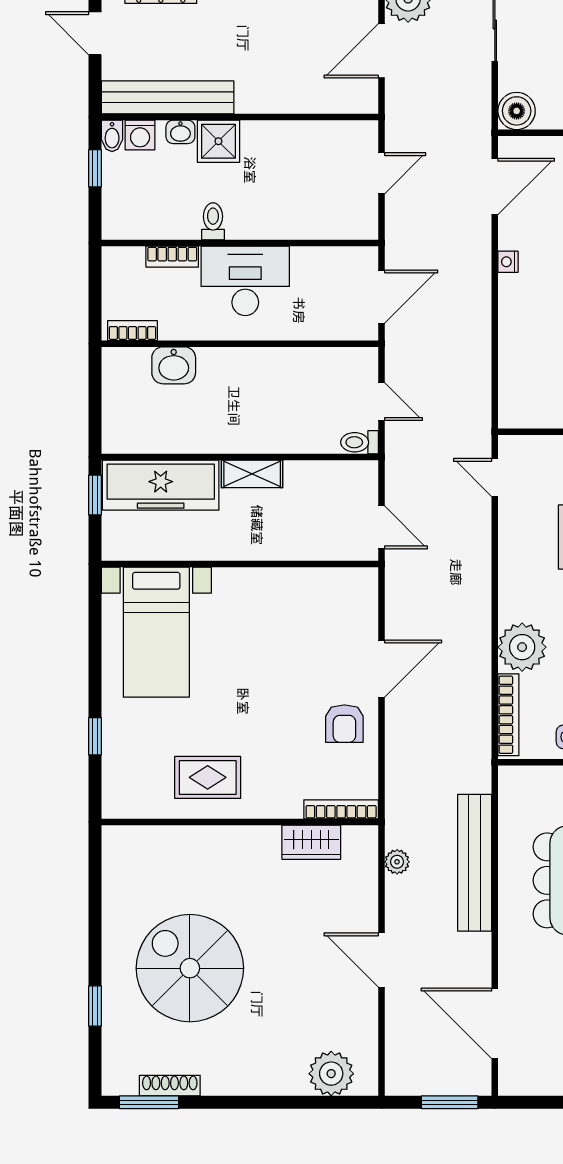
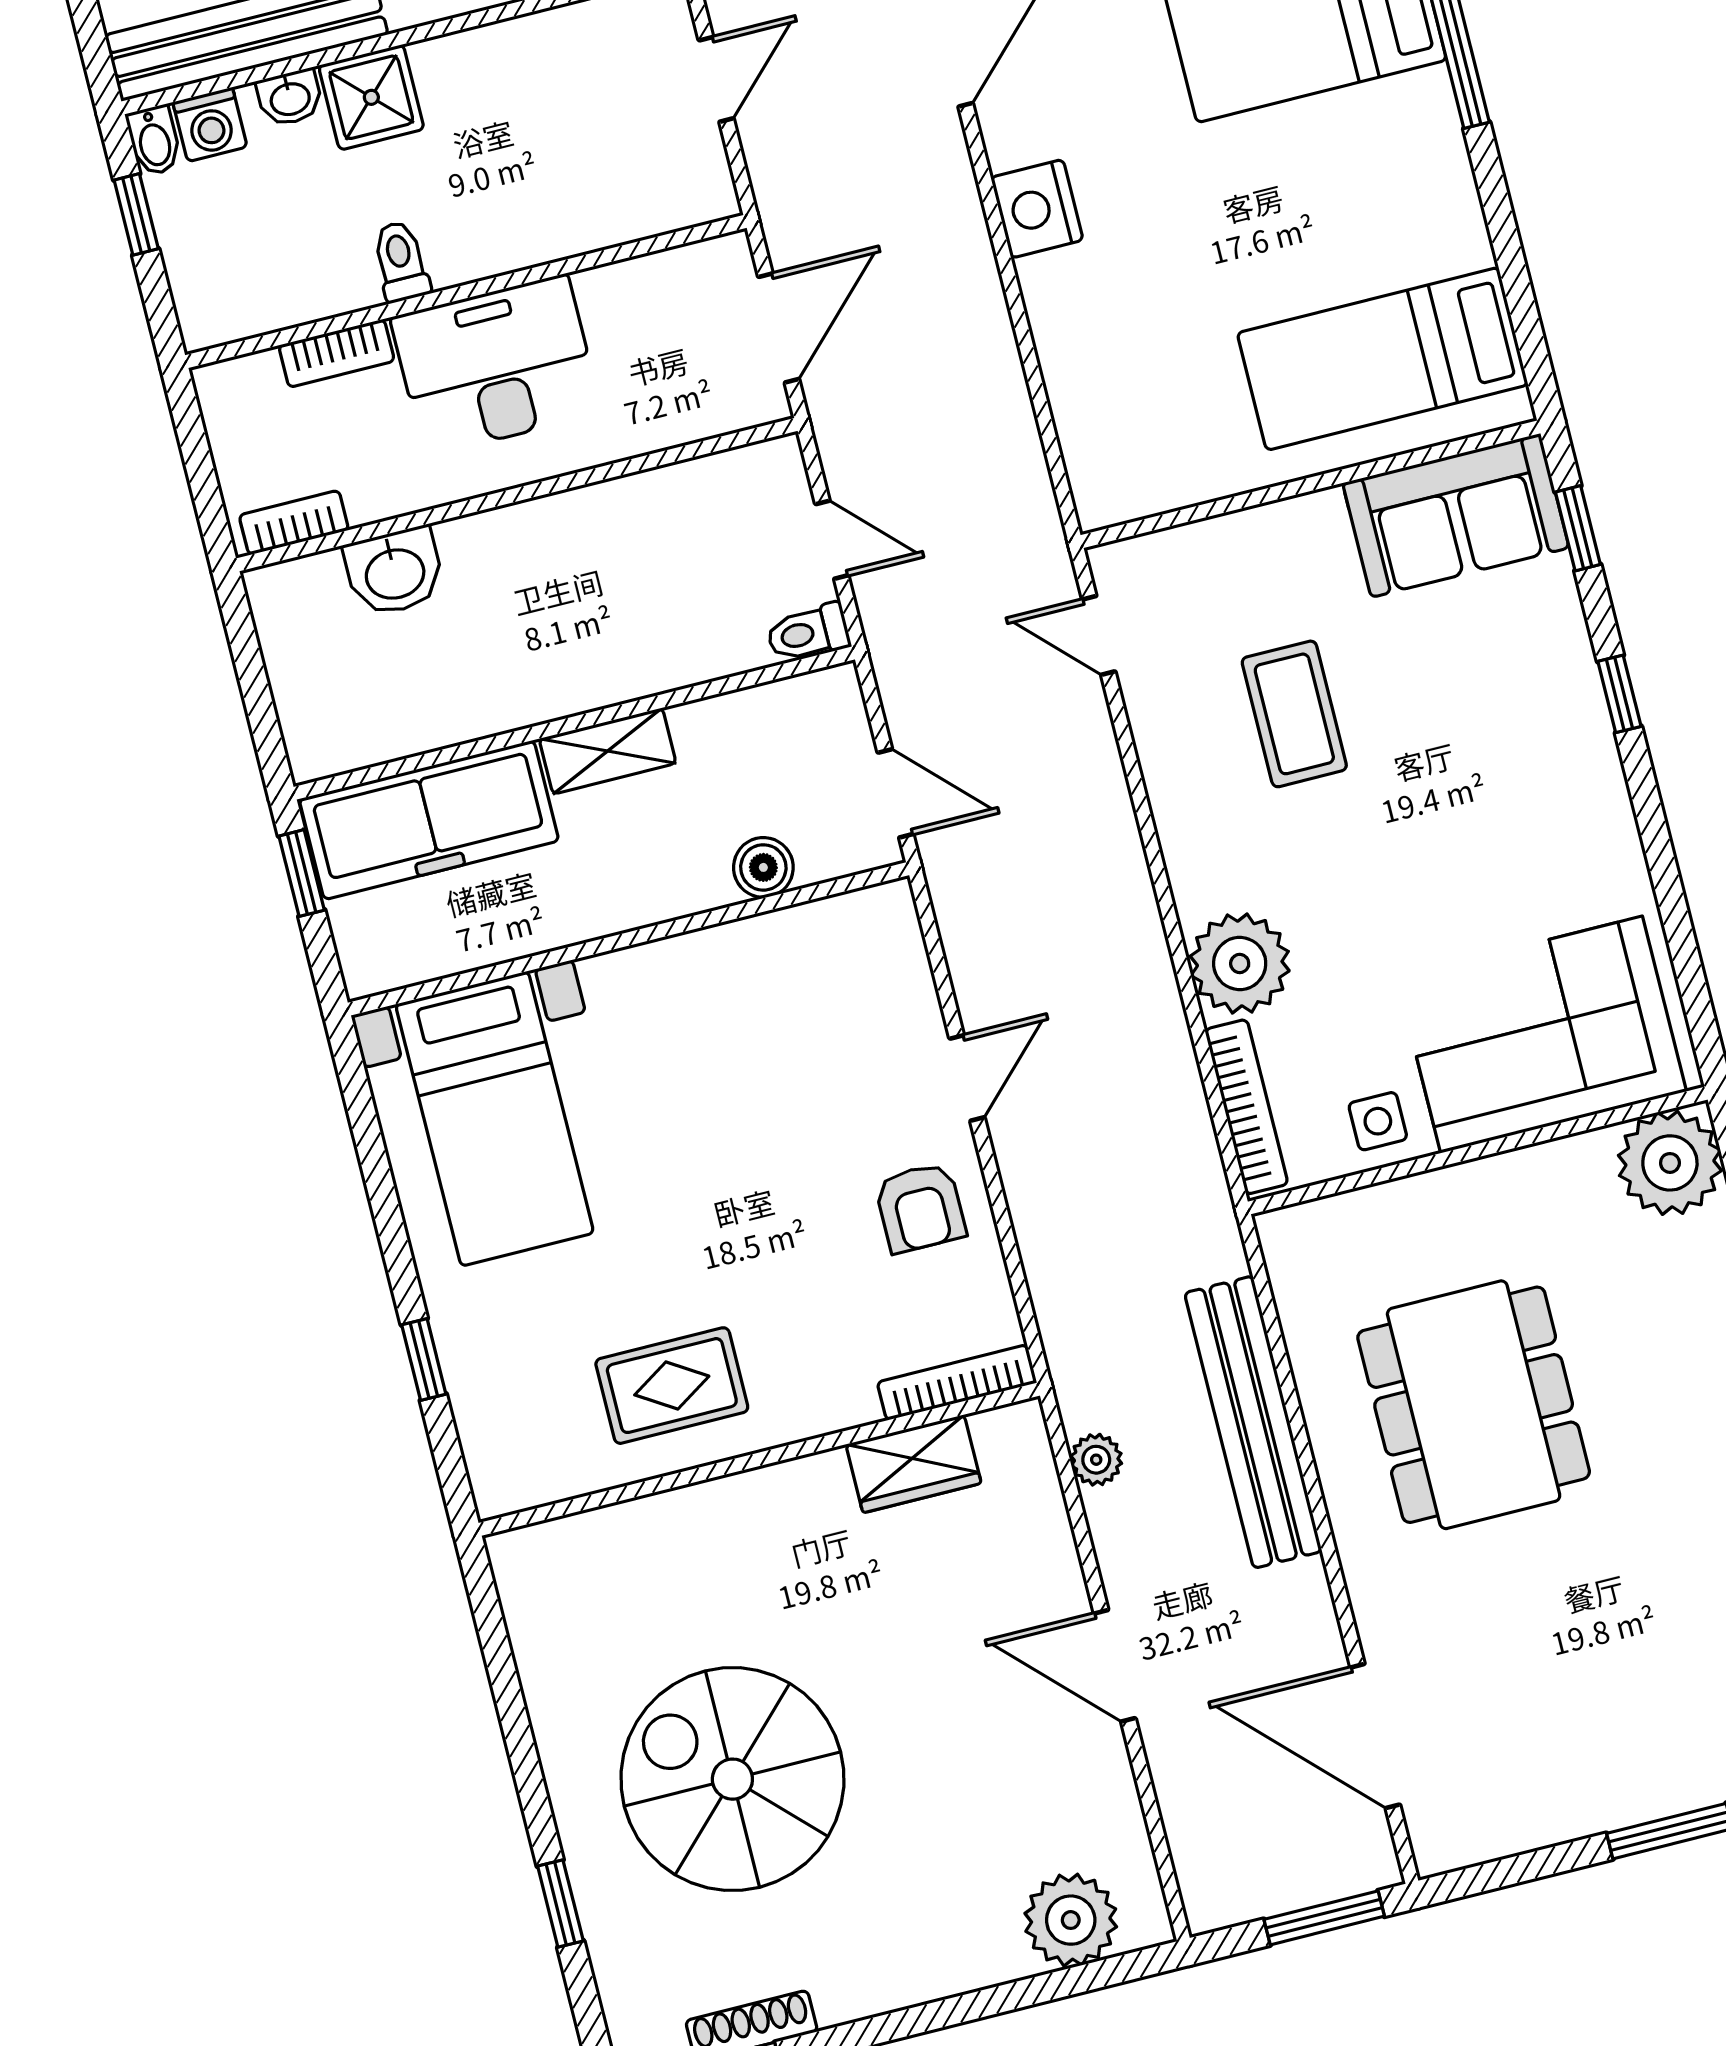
nightstand: (508, 262) -> (1037, 209), width x1.89, depth x1.79
boiler: (311, 546) -> (763, 867), added
door: (381, 669) -> (967, 1078), width x0.73

